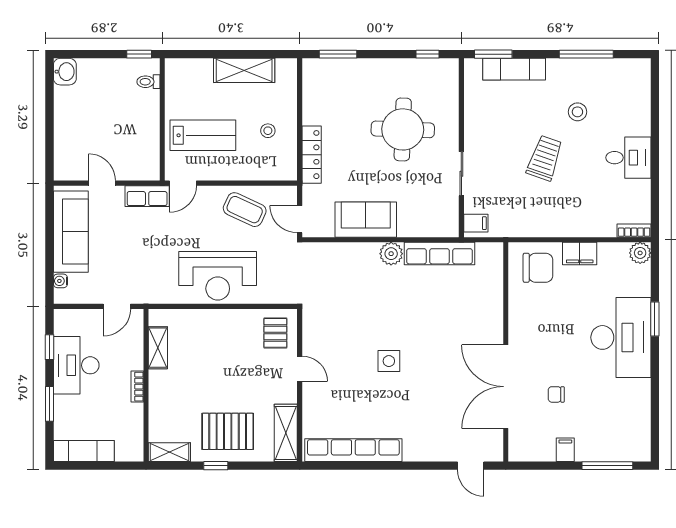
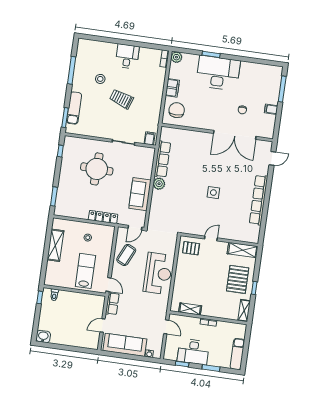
row of seats: (353, 450) -> (259, 200), moved

